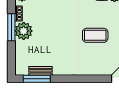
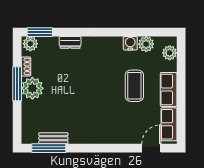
coffee table: (95, 35) -> (134, 86), moved, turned 90

